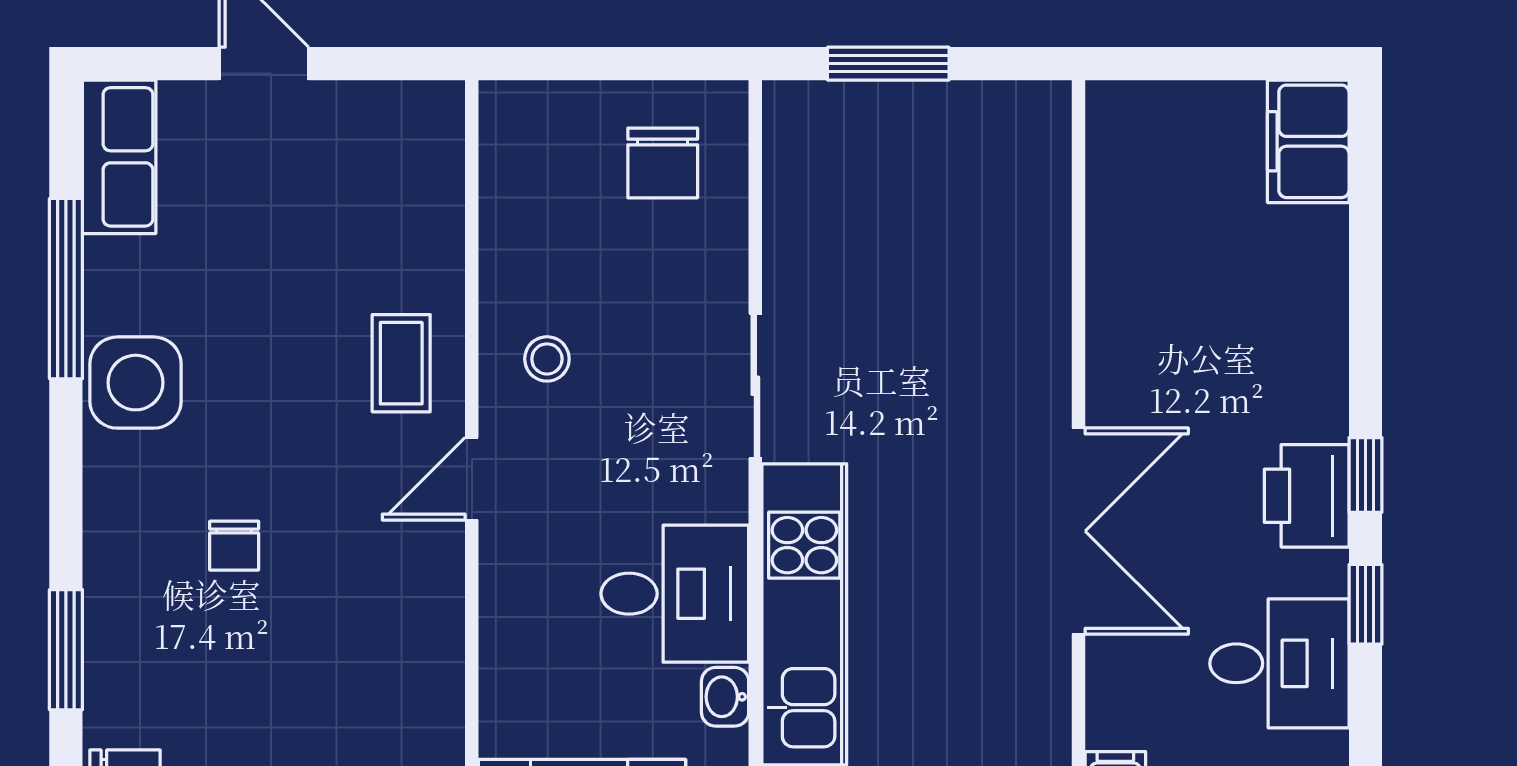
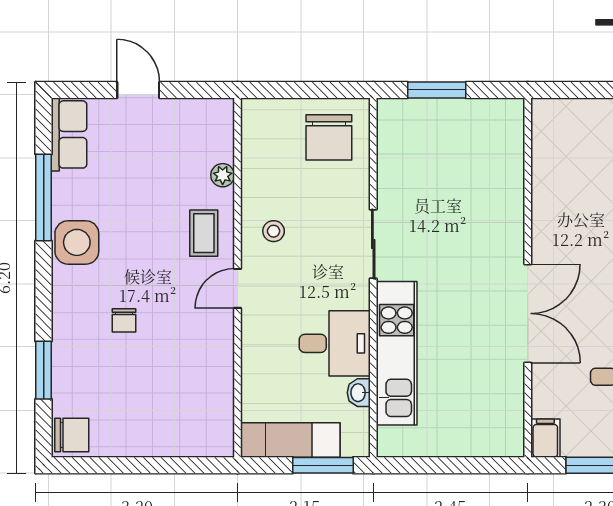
chair: (663, 163) -> (329, 137), width x1.37, depth x1.37
plant: (440, 242) -> (223, 175), added

